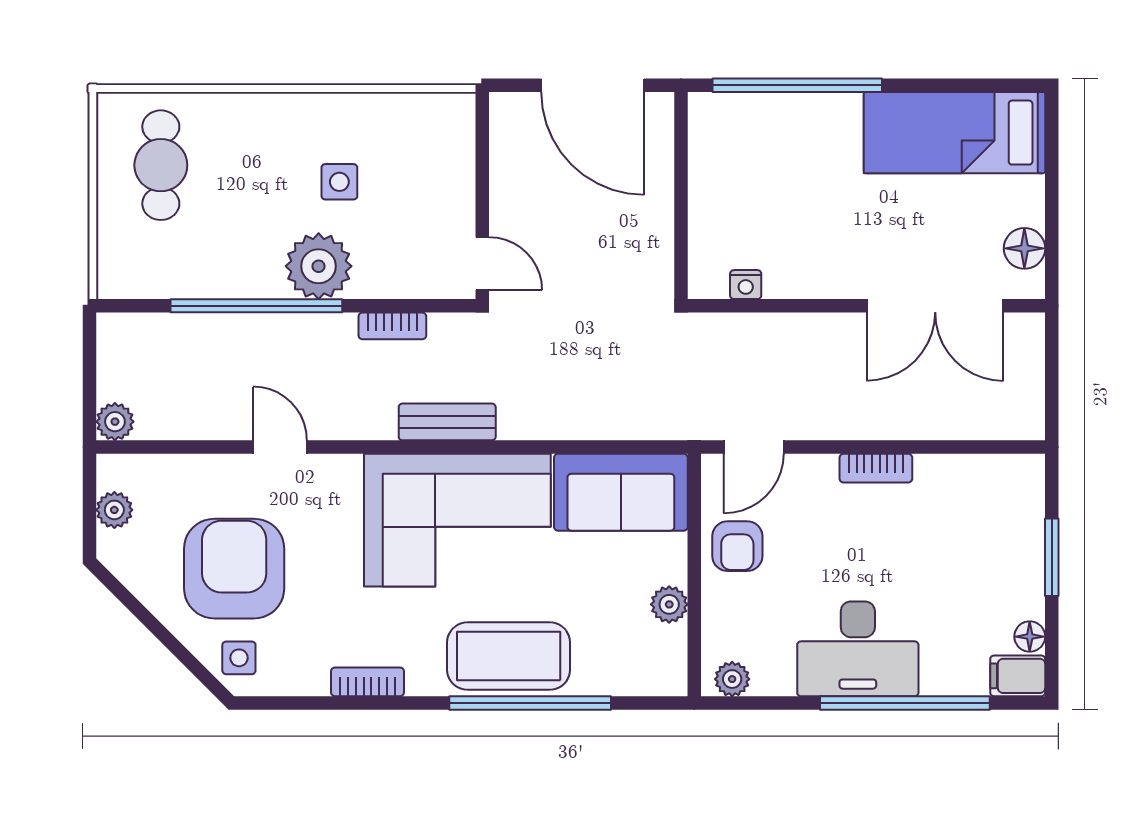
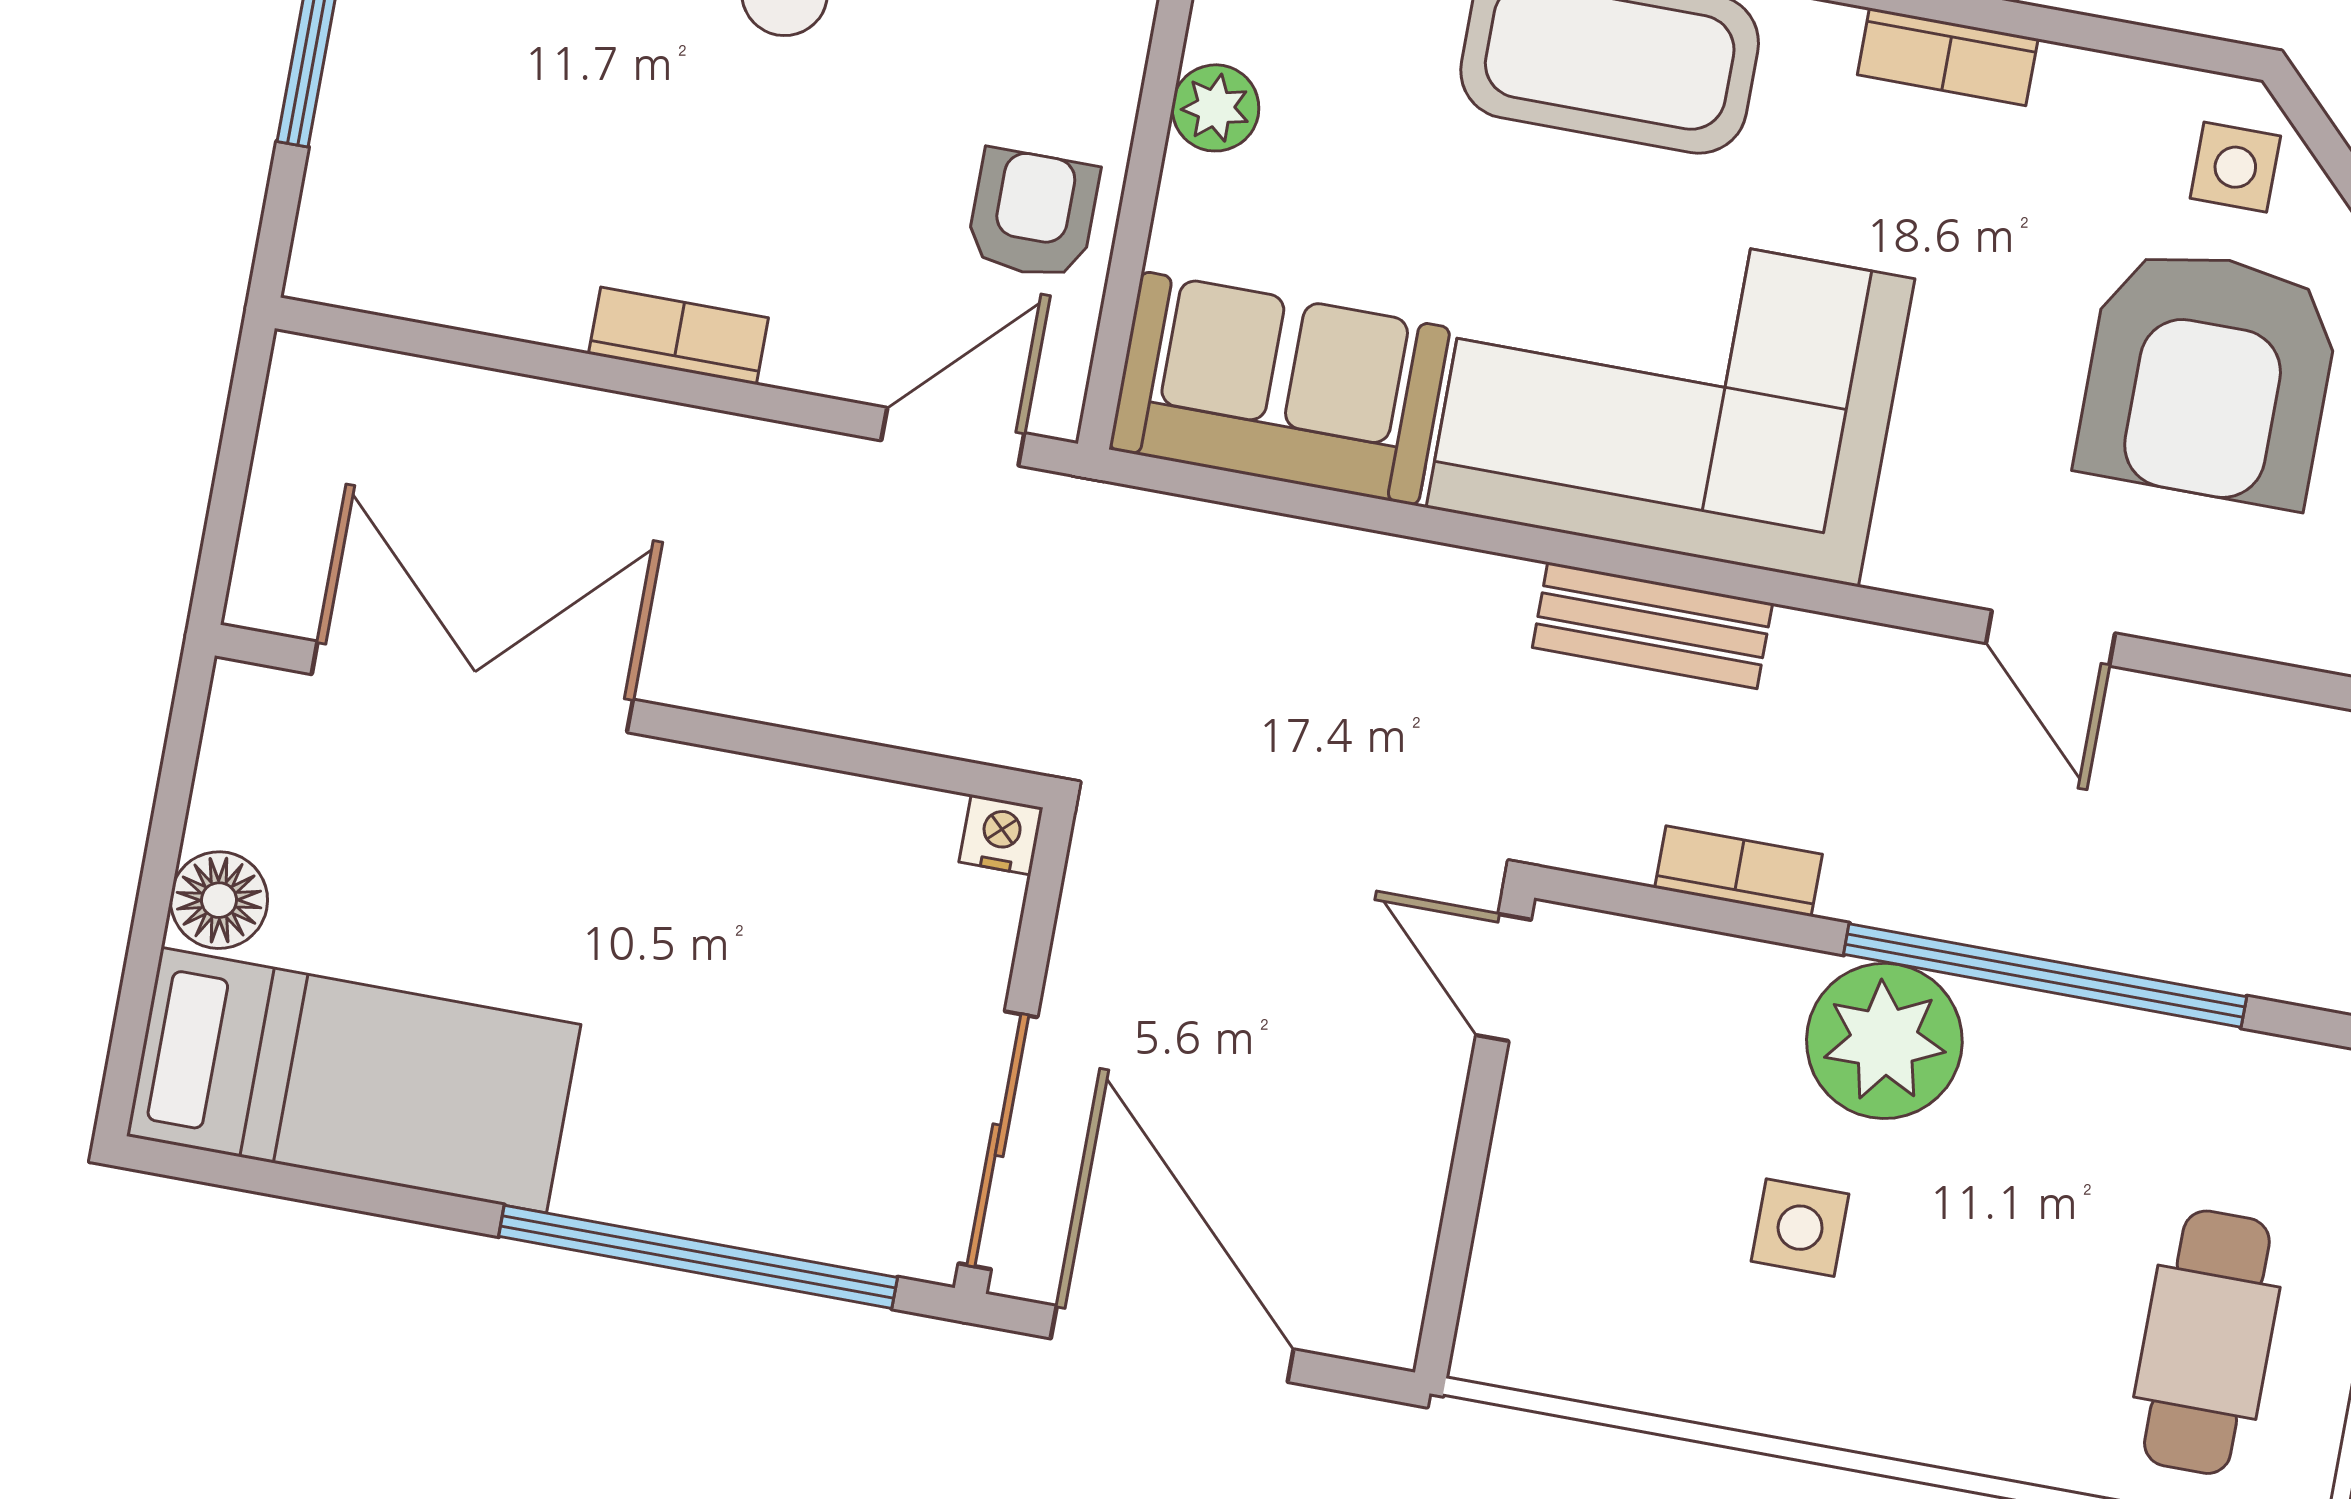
sliding door: (681, 157) -> (998, 1140), added
floor lamp: (1024, 248) -> (219, 900), moved
nightstand: (746, 285) -> (1001, 835), moved

